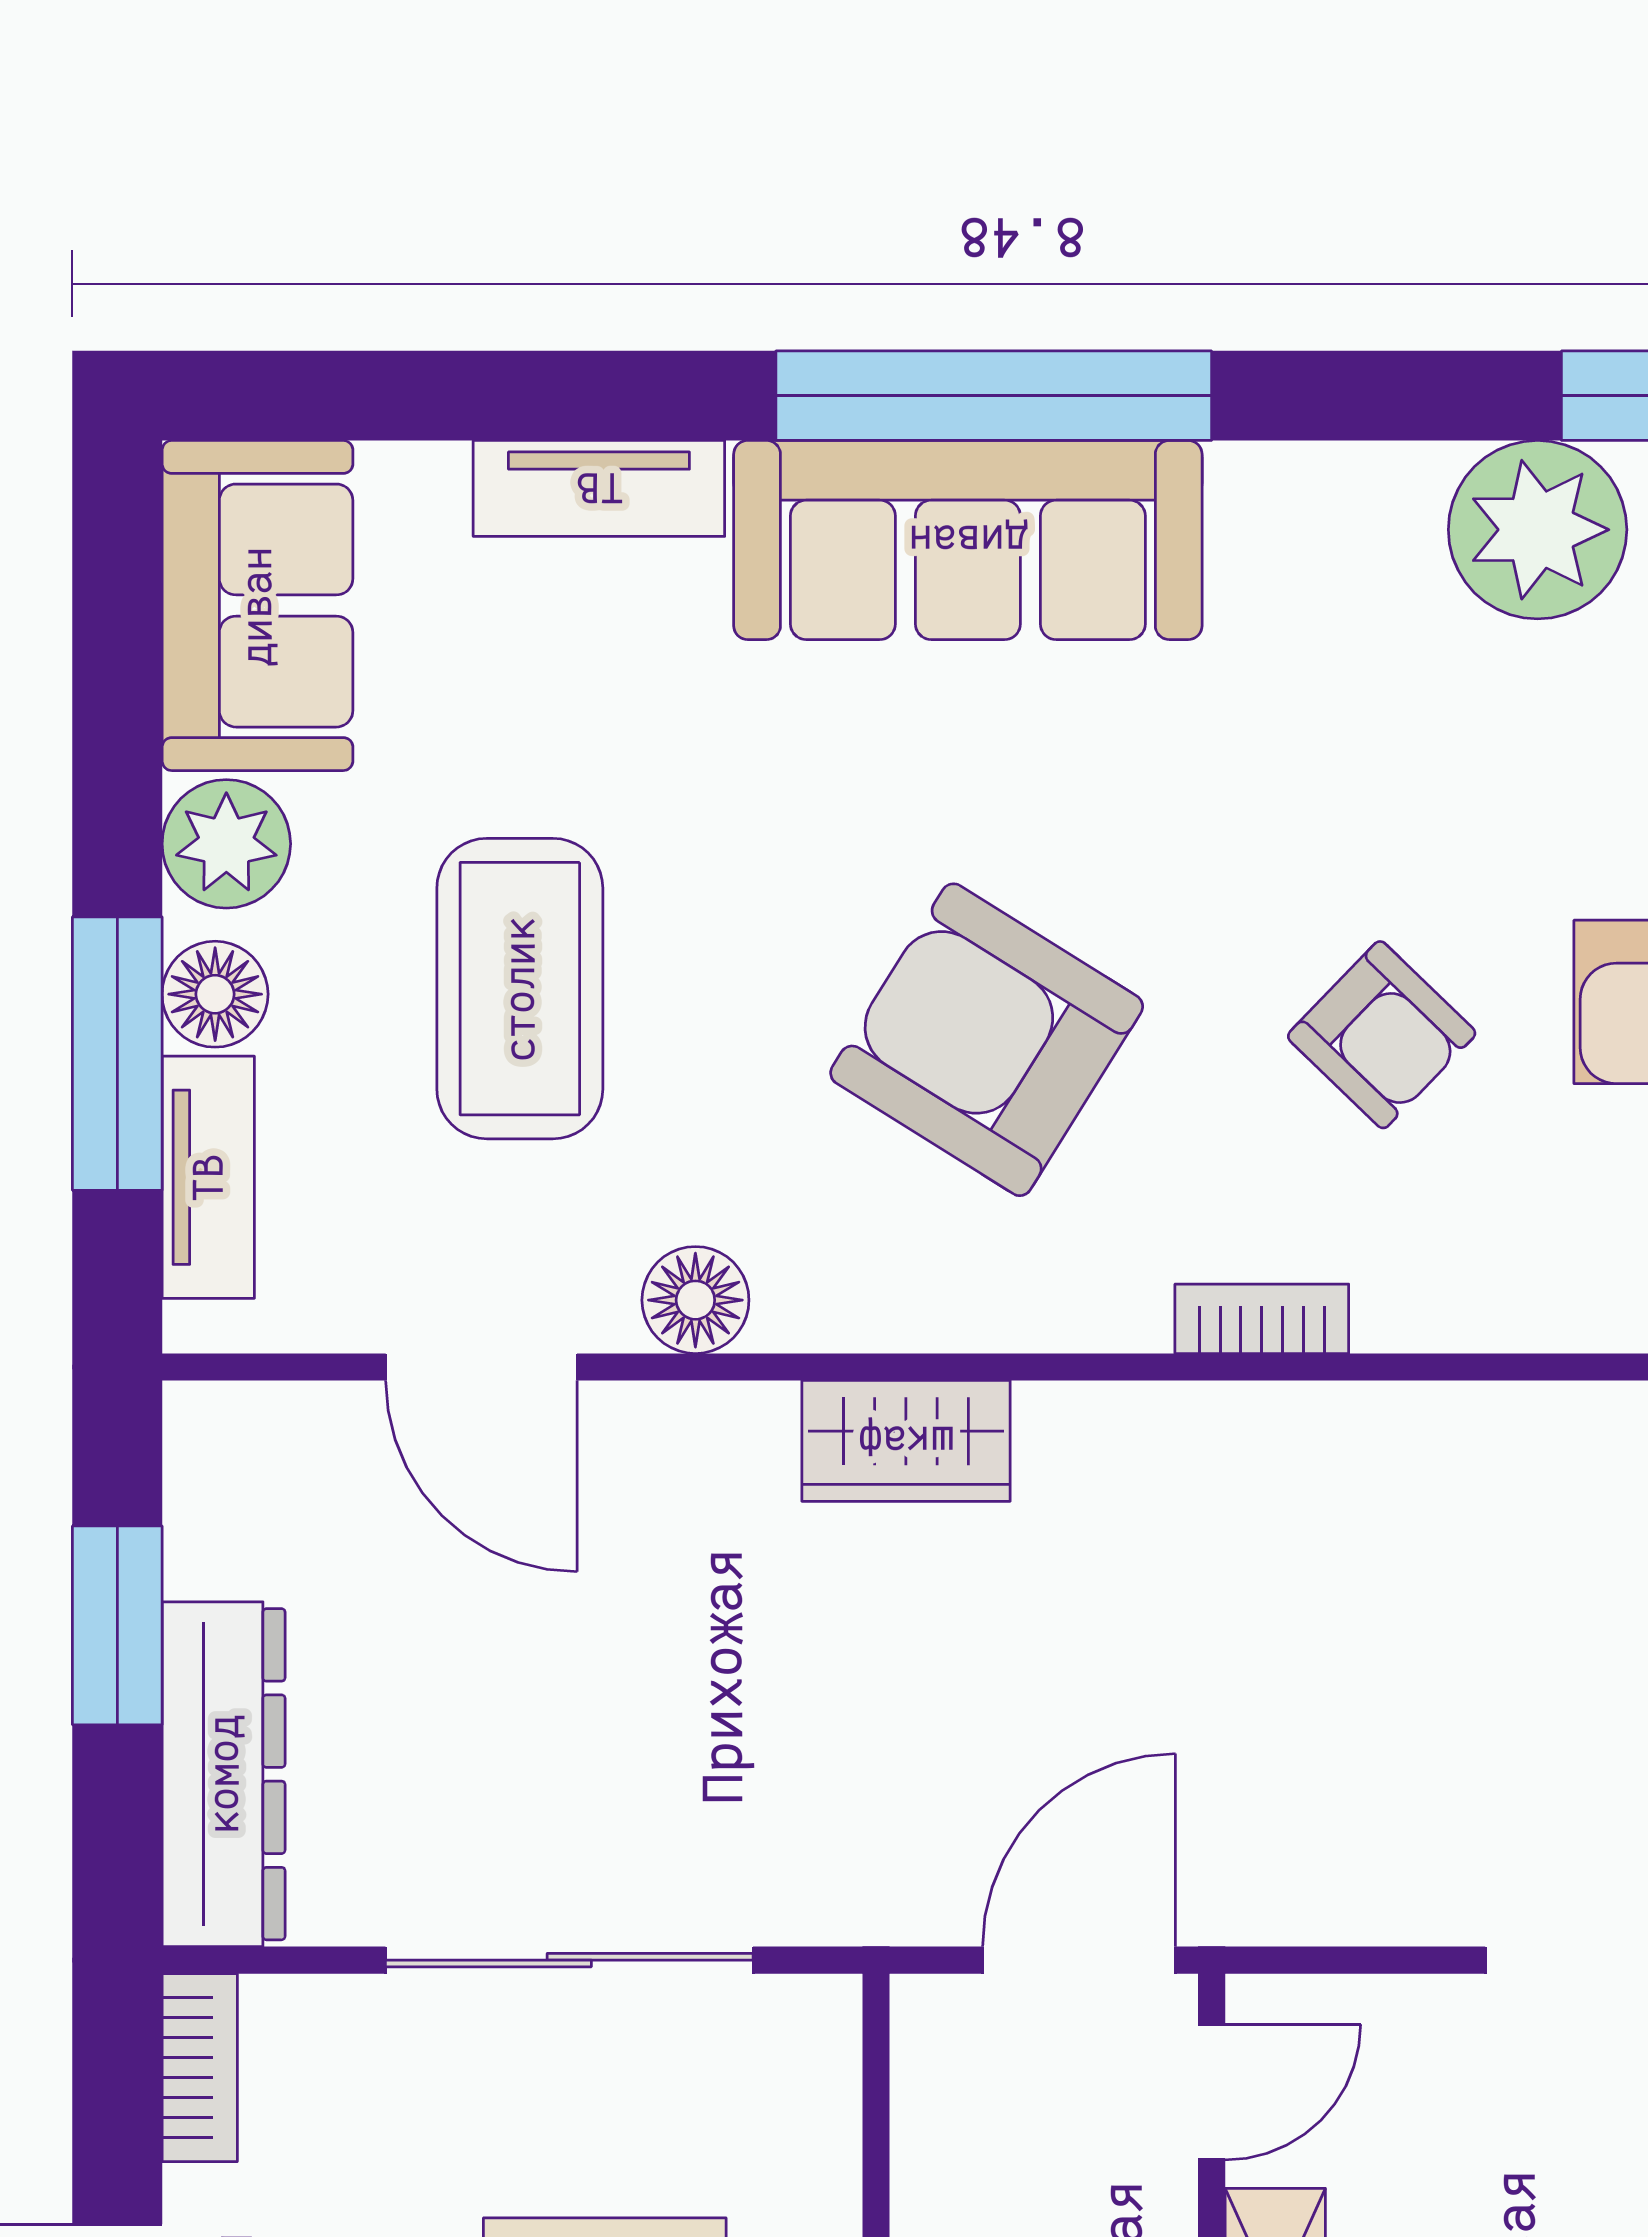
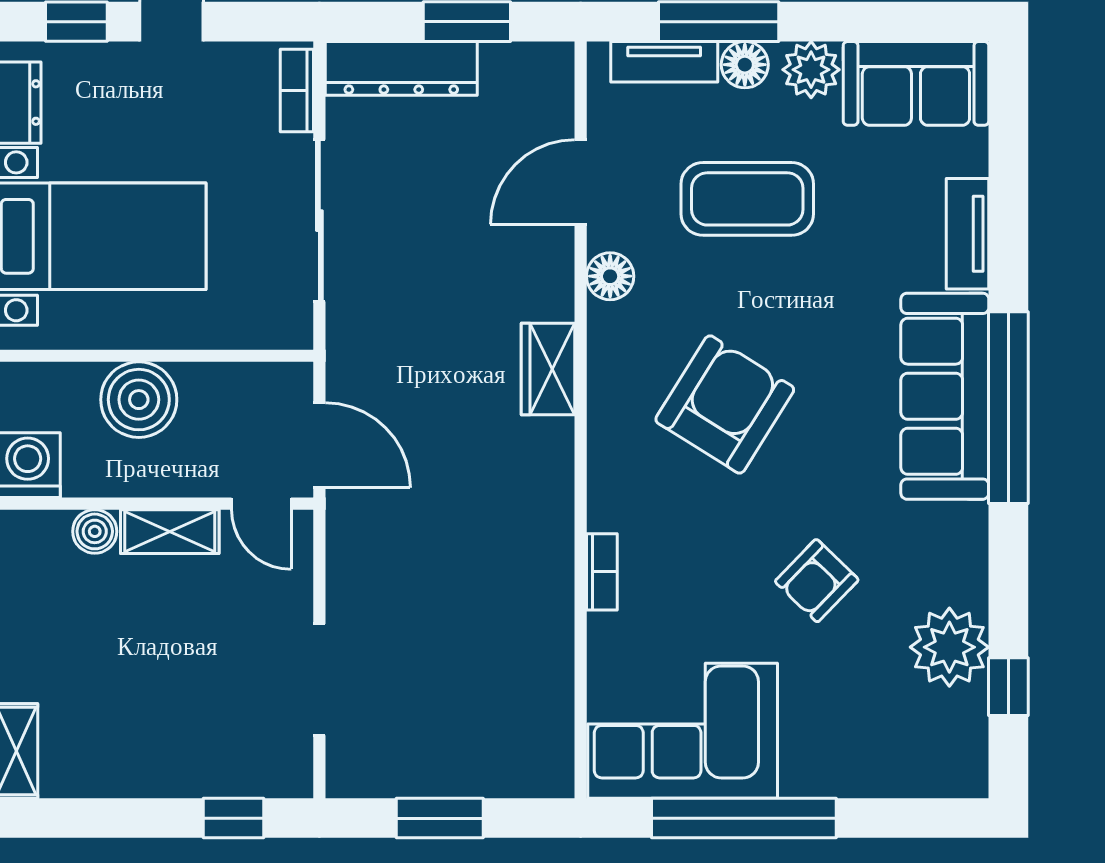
armchair: (1382, 1035) -> (817, 581), moved
bookcase: (1262, 1319) -> (602, 572), moved
bookcase: (200, 2068) -> (297, 90), moved, turned 90

